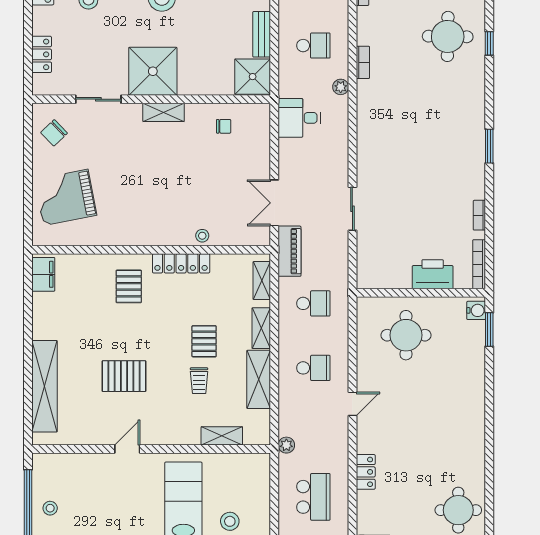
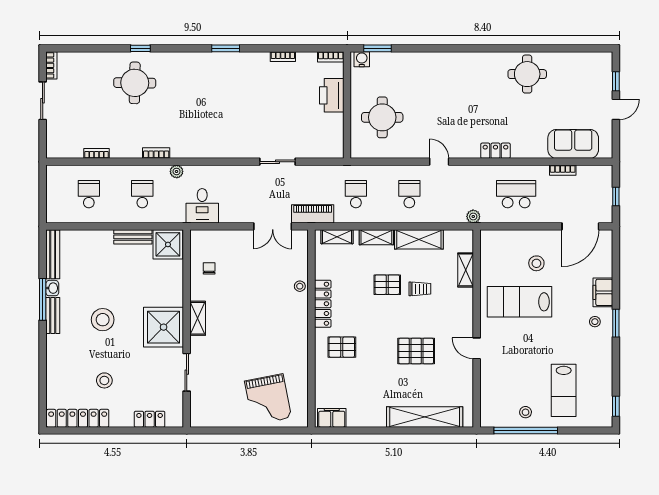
chair: (54, 133) -> (215, 409), removed
bookcase: (479, 264) -> (331, 57), width x0.64
pallet: (124, 376) -> (416, 351), turned 90

